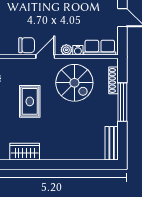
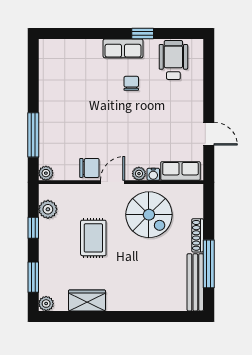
shoe rack: (114, 80) -> (198, 235), moved
window: (122, 102) -> (209, 264), moved
bench: (112, 143) -> (195, 282), width x1.36

